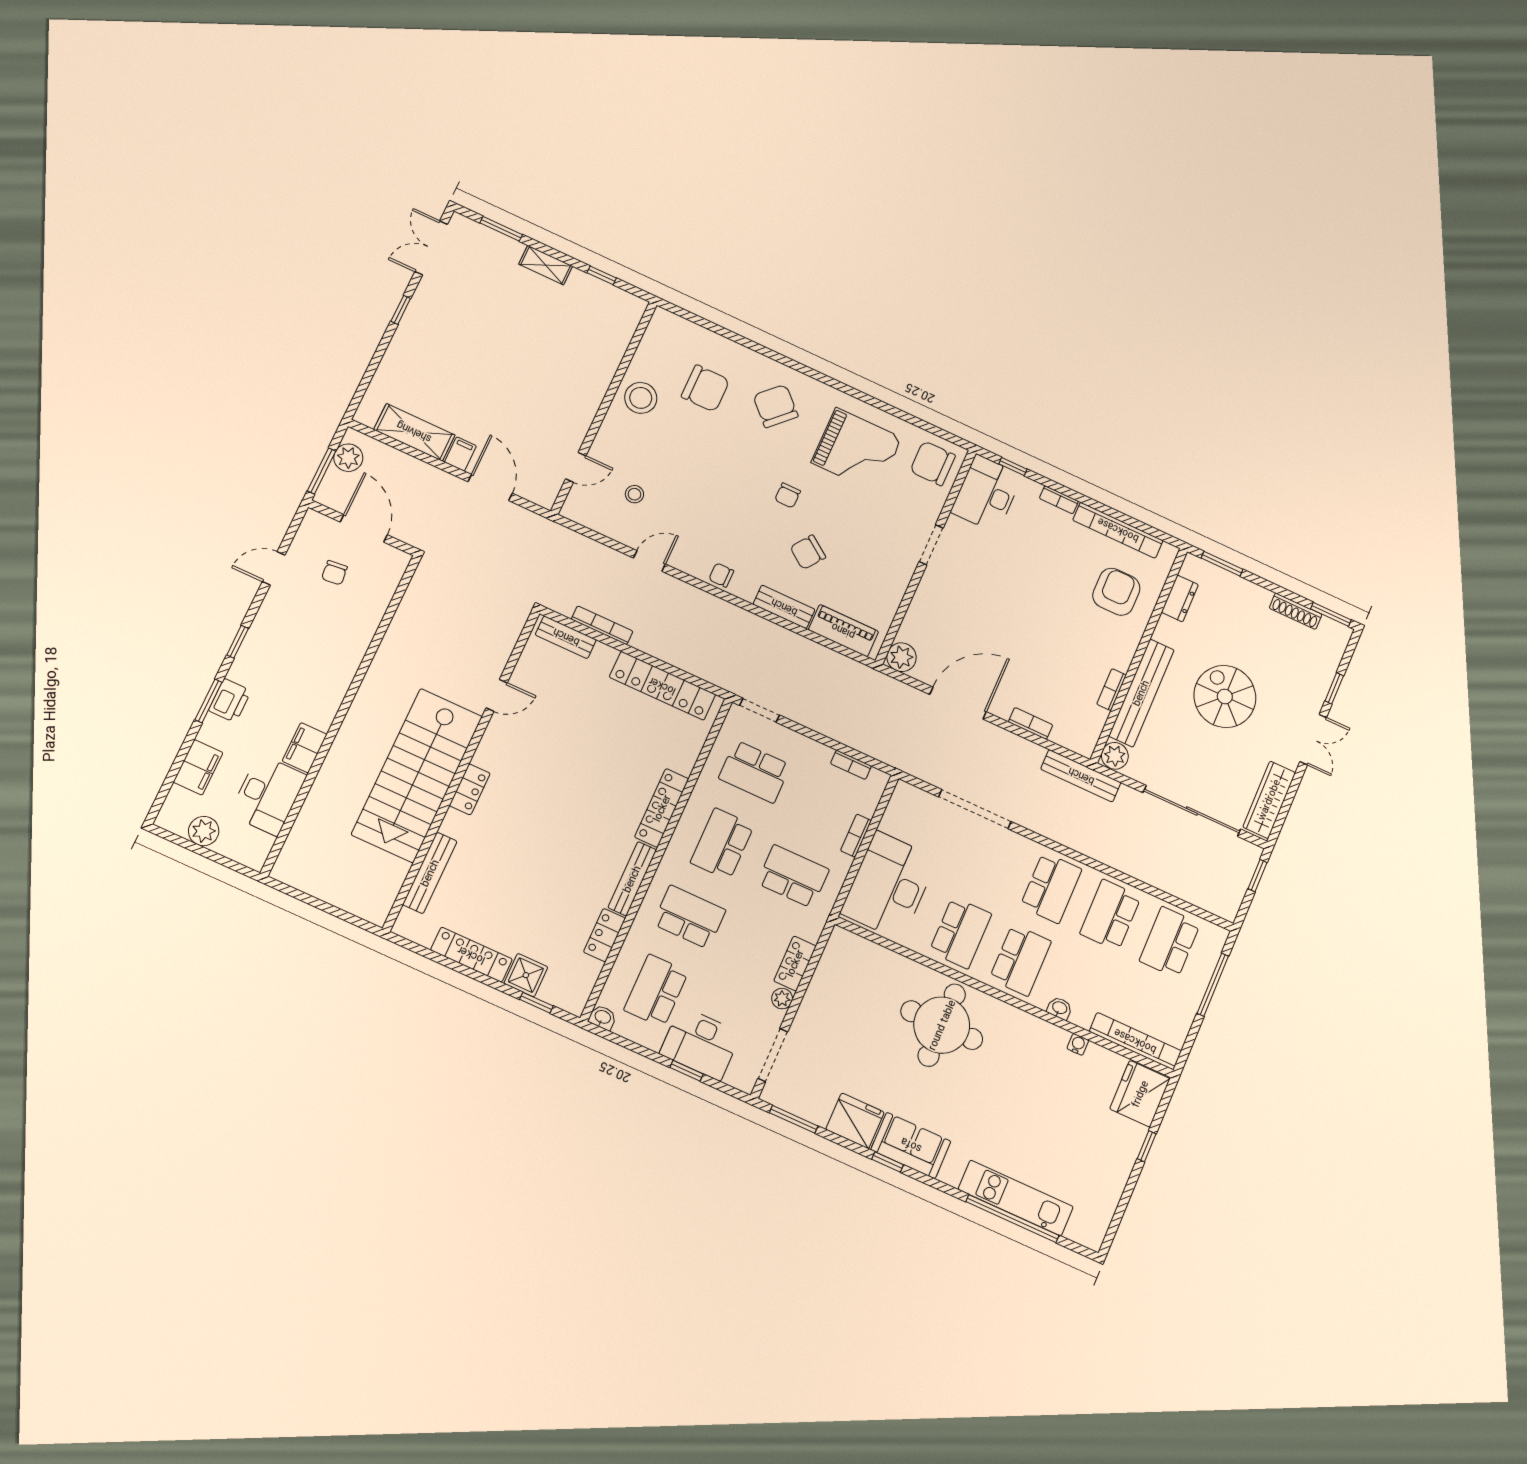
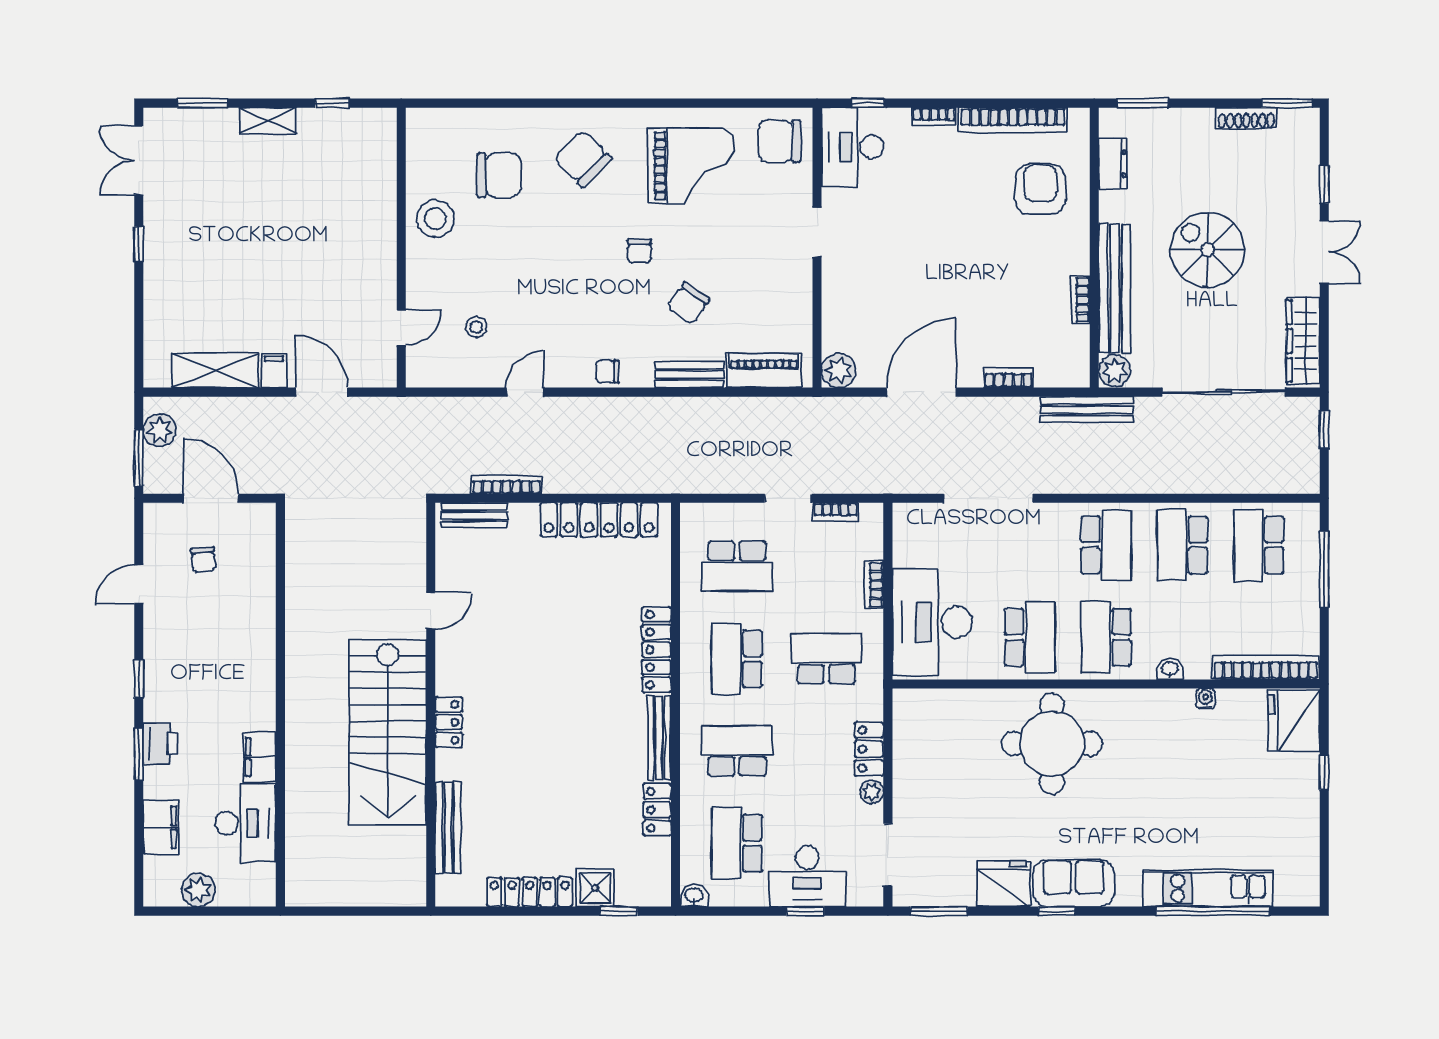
doorway: (760, 710) -> (788, 498), moved
school desk: (1020, 960) -> (1106, 637), turned 180

